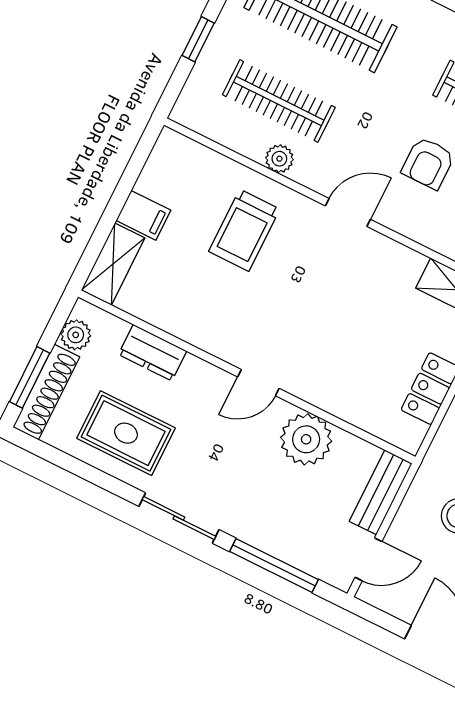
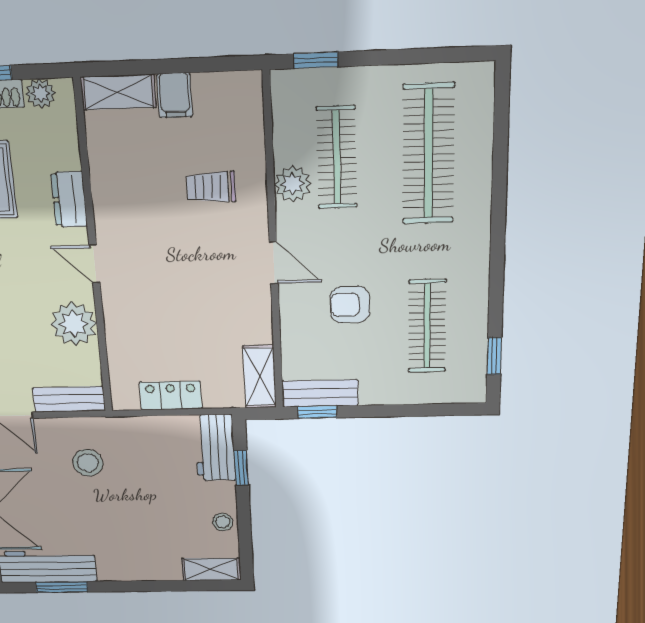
window: (198, 39) -> (316, 60), moved
plant: (279, 159) -> (293, 184), width x1.38, depth x1.38
trolley: (244, 230) -> (211, 187), width x0.73, depth x0.72
dresser: (153, 353) -> (69, 199), moved

